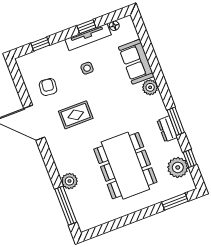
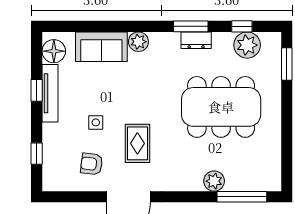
floor lamp: (114, 26) -> (54, 51), width x1.89, depth x1.89
side table: (87, 68) -> (96, 122), moved

